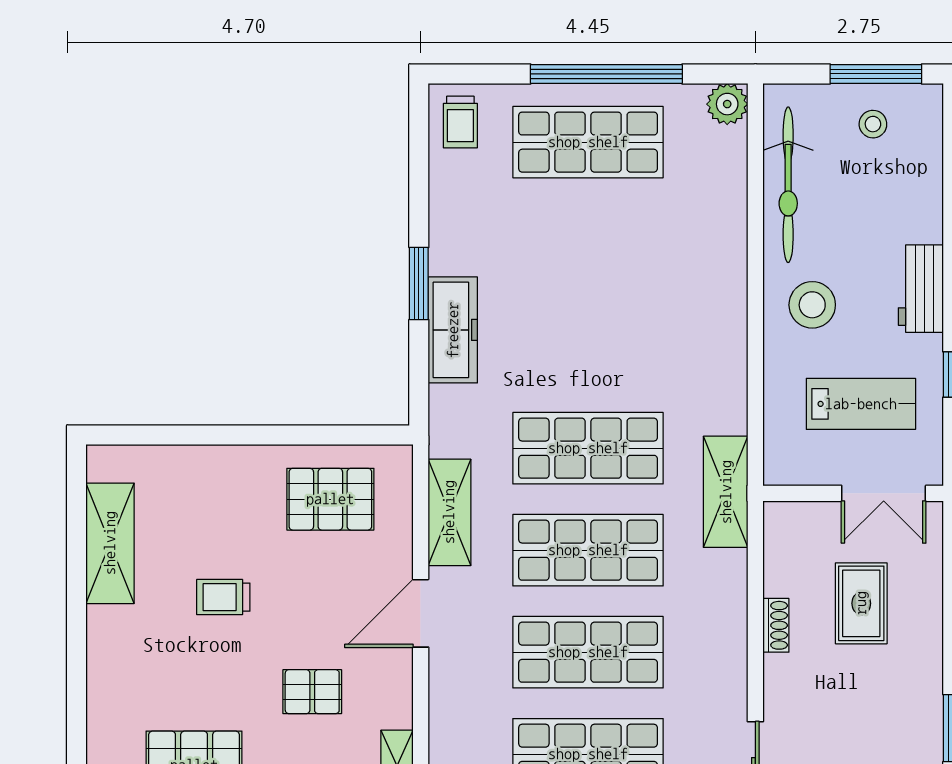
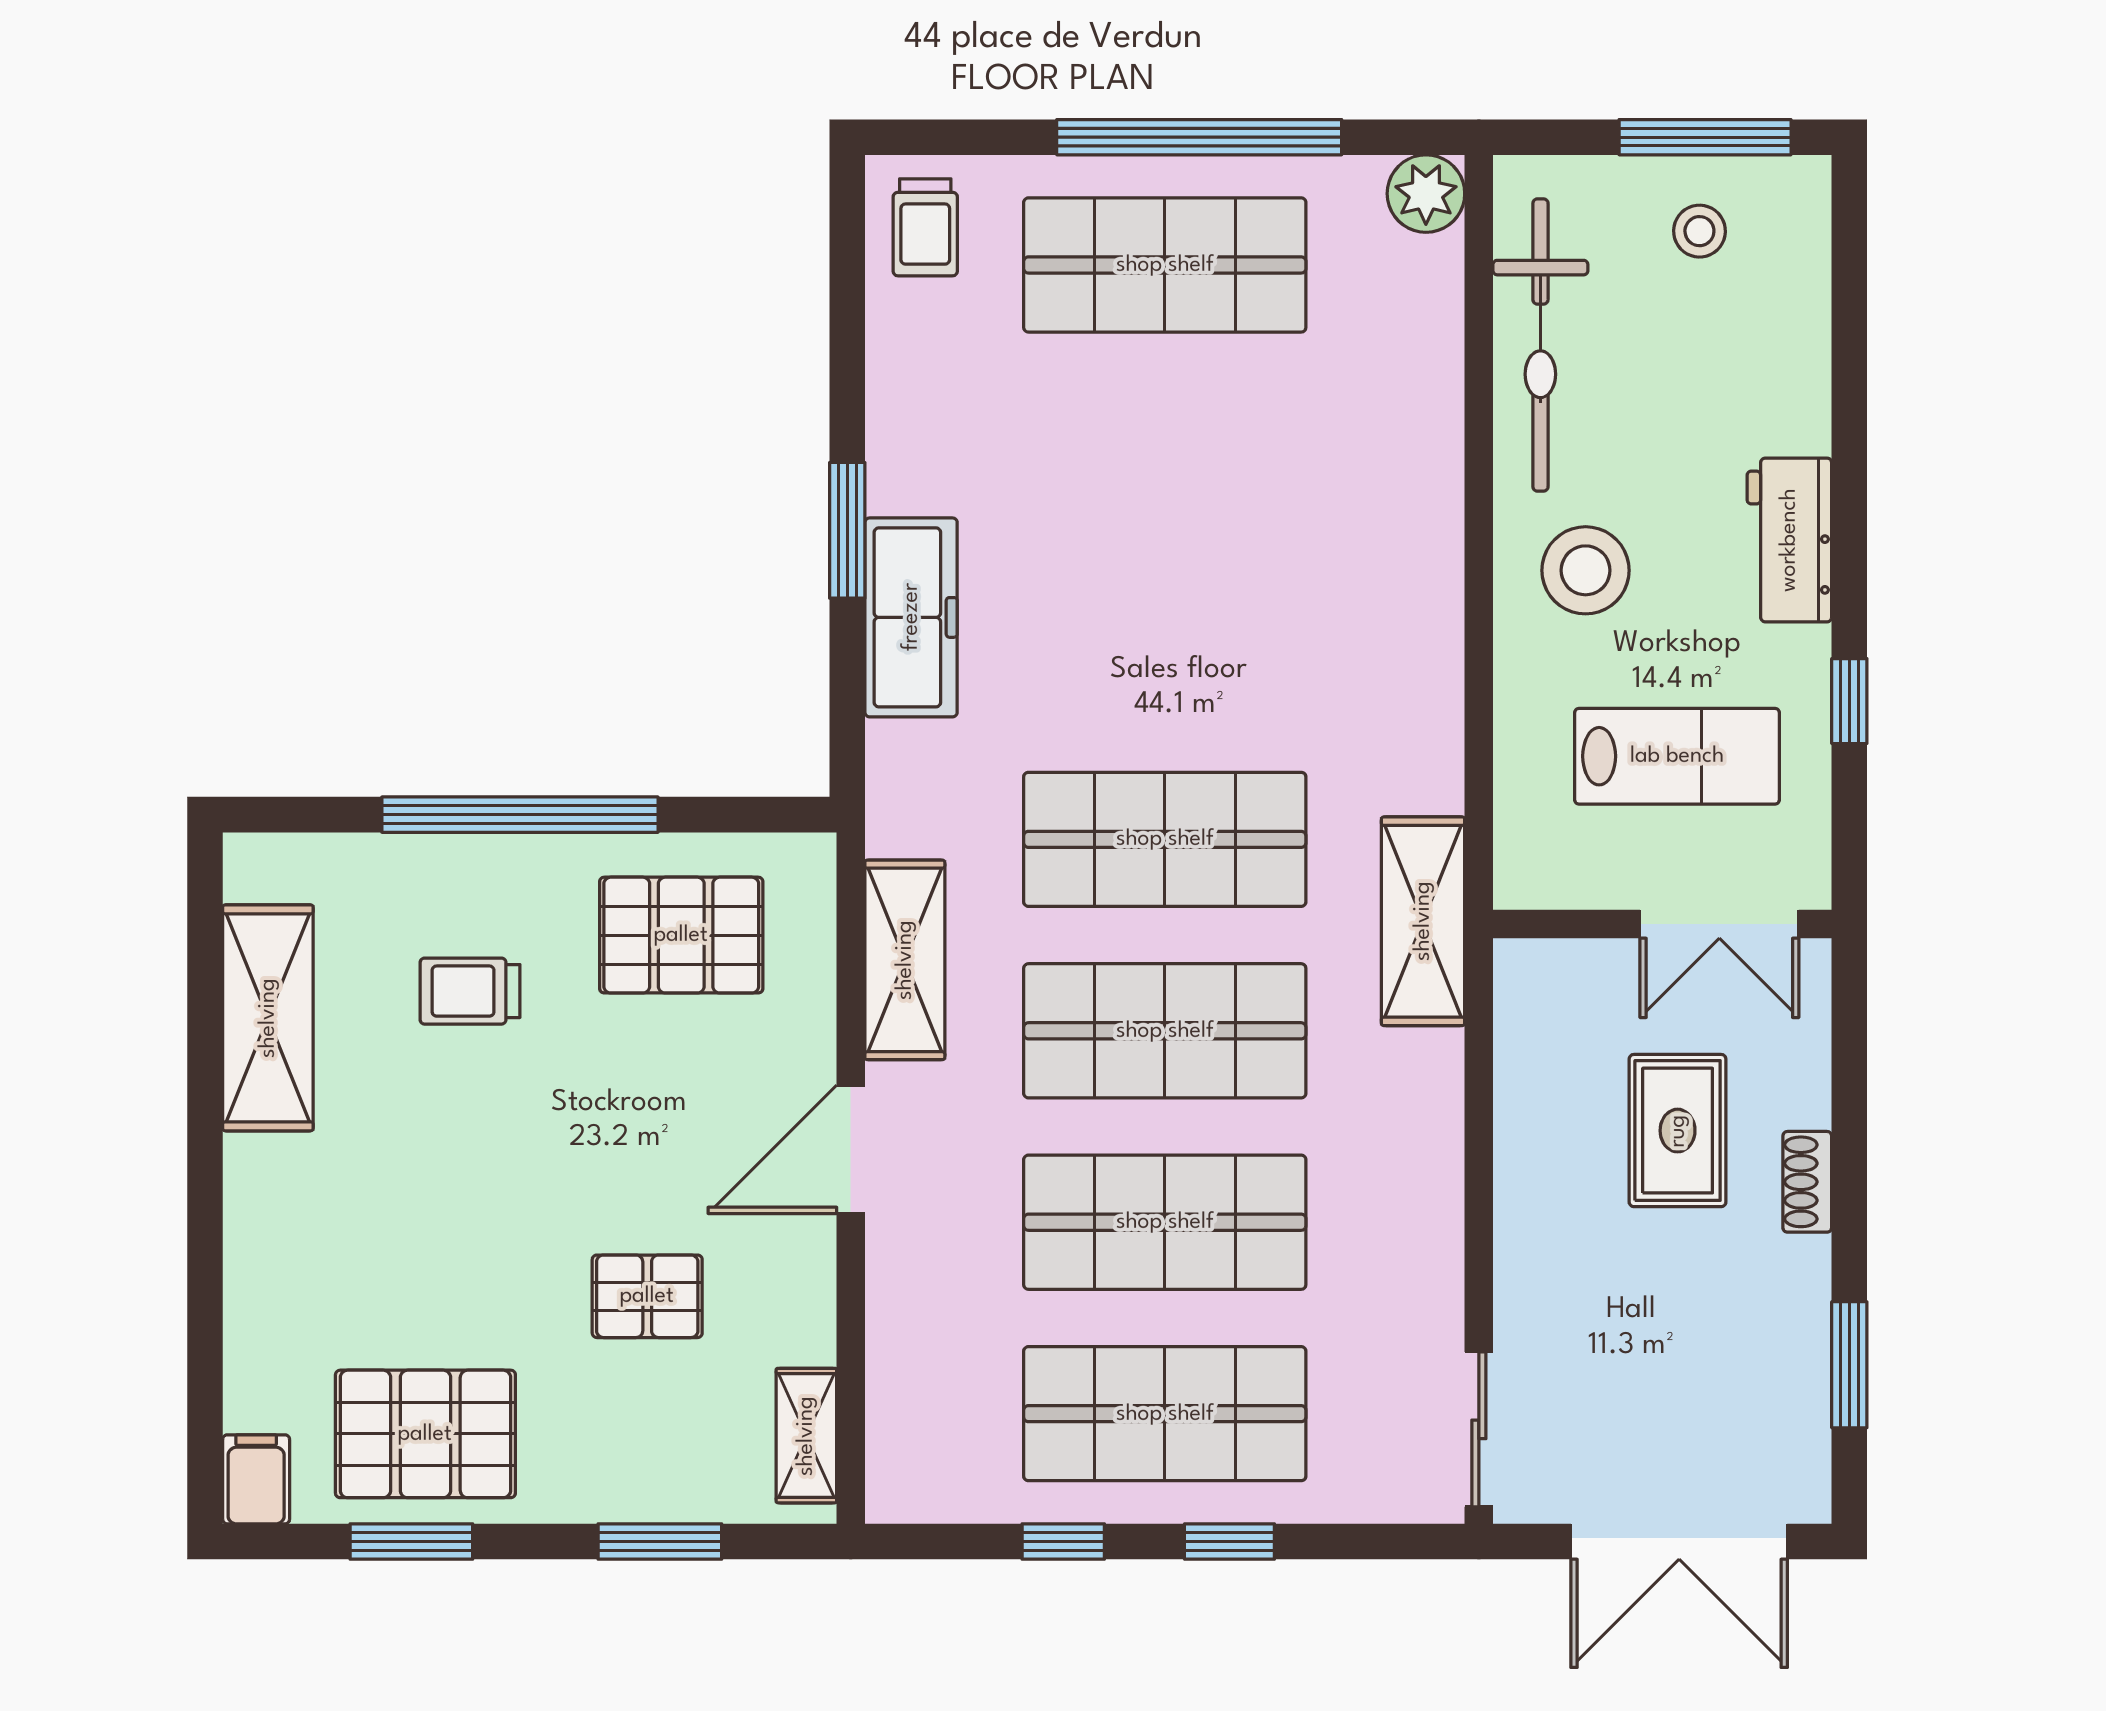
window: (244, 435) -> (520, 815), added
trolley: (223, 597) -> (470, 991), moved
shoe rack: (776, 625) -> (1807, 1182), moved, turned 180

